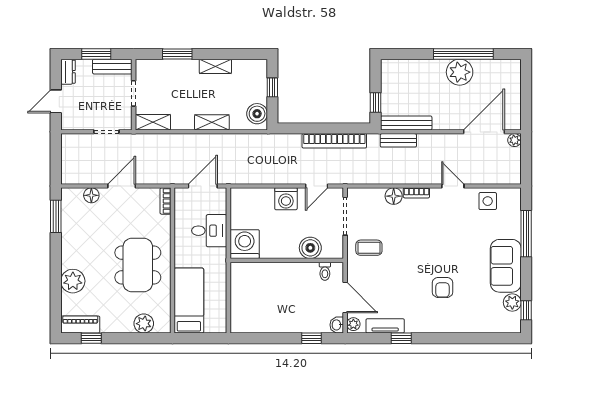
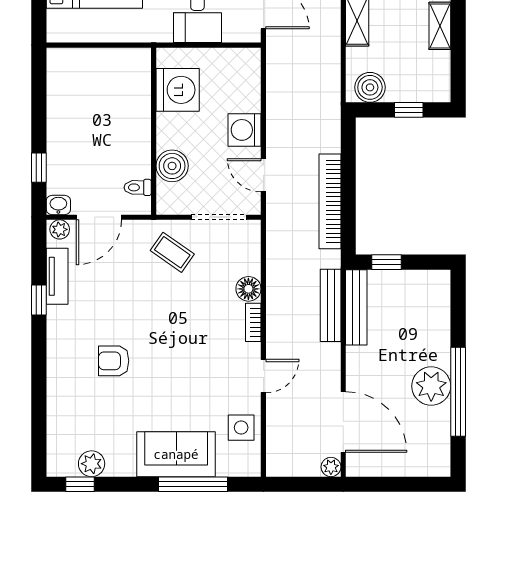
bench: (398, 140) -> (331, 305), width x1.36
washing machine: (245, 244) -> (178, 90), moved
coffee table: (369, 248) -> (172, 252), turned -55
sofa: (506, 266) -> (176, 454), moved

